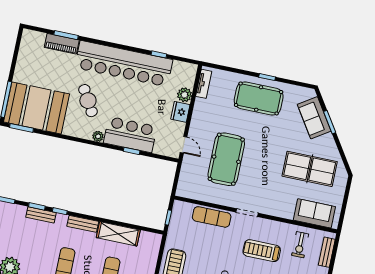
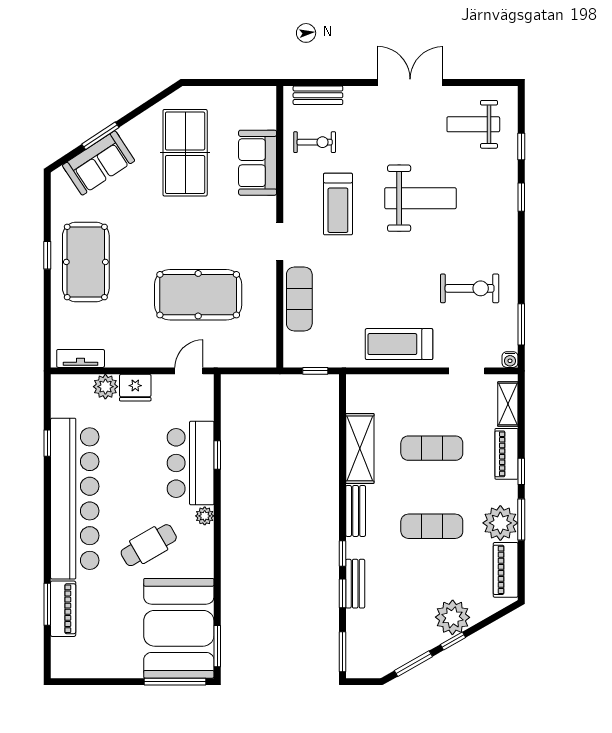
sofa: (314, 213) -> (258, 163), moved

